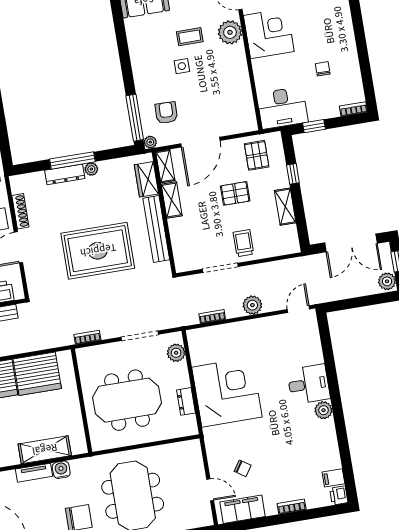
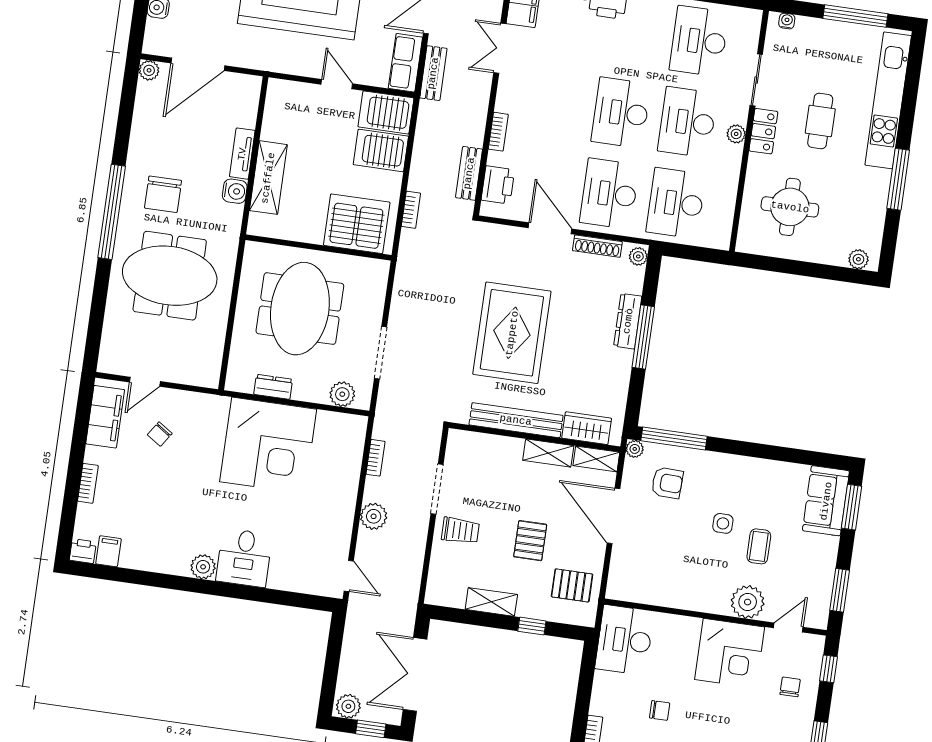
window: (314, 126) -> (587, 675), removed
plant: (91, 169) -> (638, 256), moved
bookcase: (87, 337) -> (411, 210), moved
server rack: (37, 374) -> (357, 224), moved, turned 90

